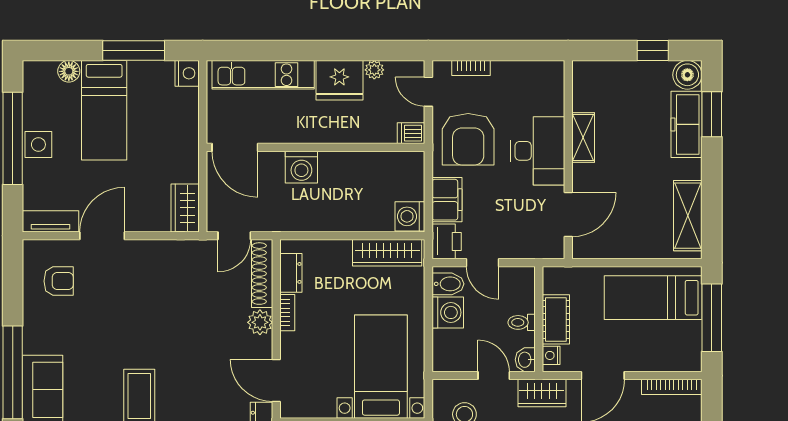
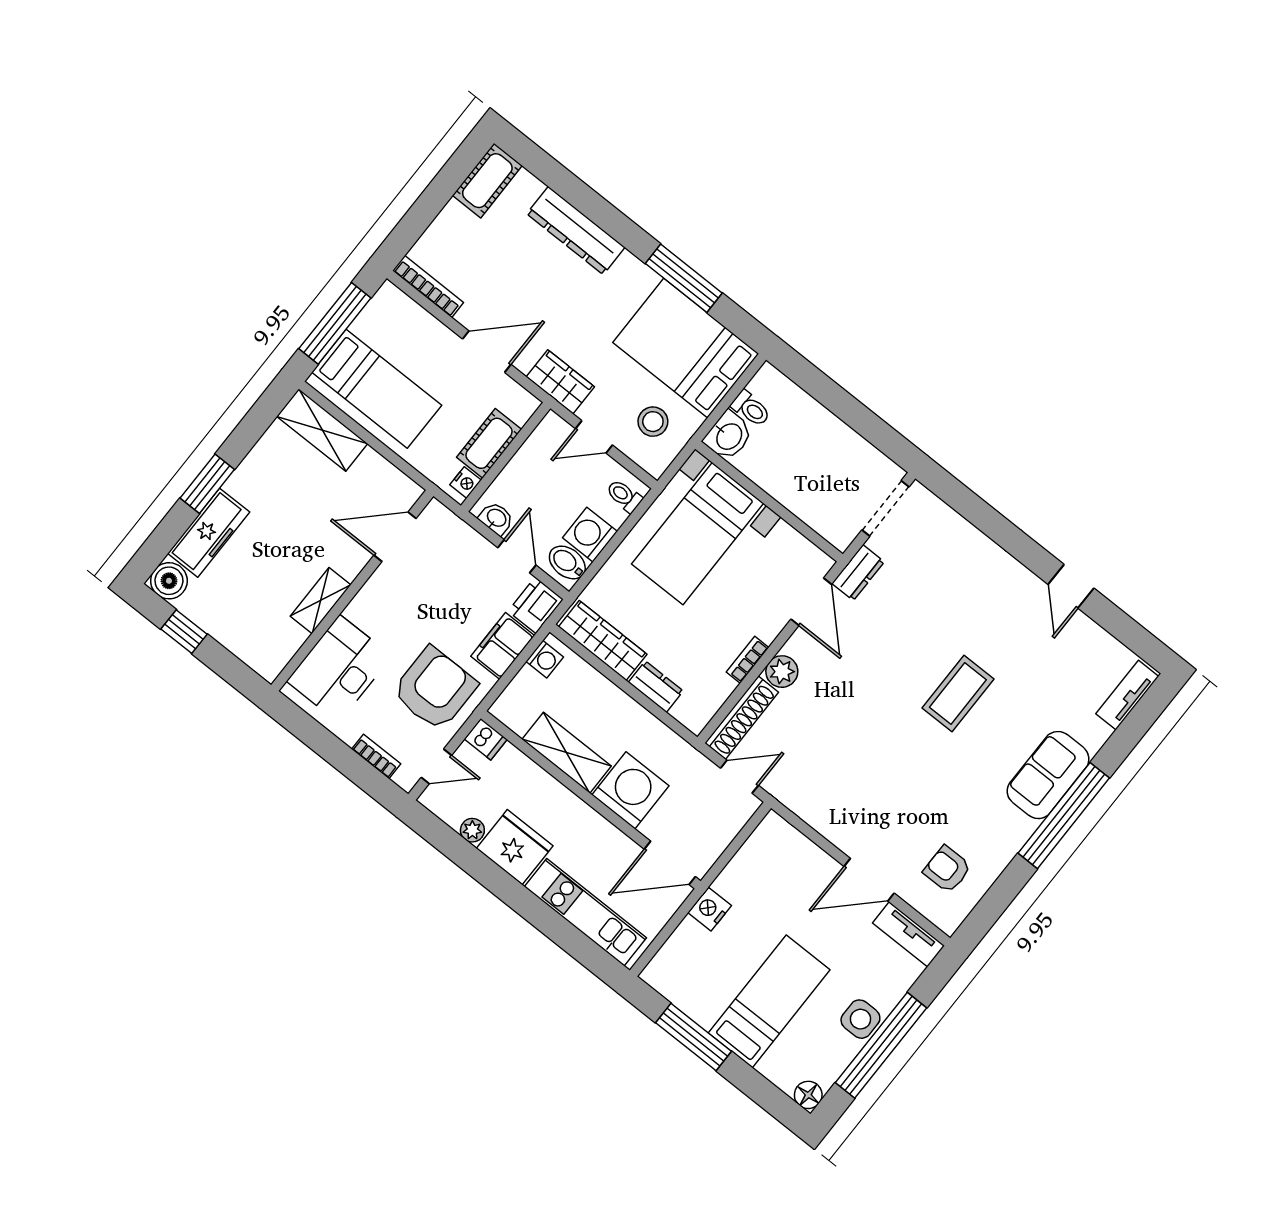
floor lamp: (69, 71) -> (808, 1095), moved
nightstand: (187, 73) -> (710, 909), moved
door: (428, 92) -> (436, 766), hinge flipped
window: (712, 114) -> (207, 484), moved
door: (235, 147) -> (670, 863), swing flipped
desk: (538, 151) -> (339, 669), moved
shelving: (354, 165) -> (567, 753), added
washing machine: (301, 167) -> (630, 790), width x1.37, depth x1.37
wardrobe: (185, 208) -> (766, 842), removed
washing machine: (410, 216) -> (545, 659), width x0.73, depth x0.73
shelving: (688, 216) -> (322, 430), moved, turned 90
dresser: (291, 273) -> (656, 687), moved, turned 90
toilet: (522, 322) -> (624, 496), moved, turned 180
nightstand: (551, 355) -> (466, 482), moved
washbasin: (525, 360) -> (496, 518), moved, turned -90
door: (494, 376) -> (594, 437), hinge flipped

